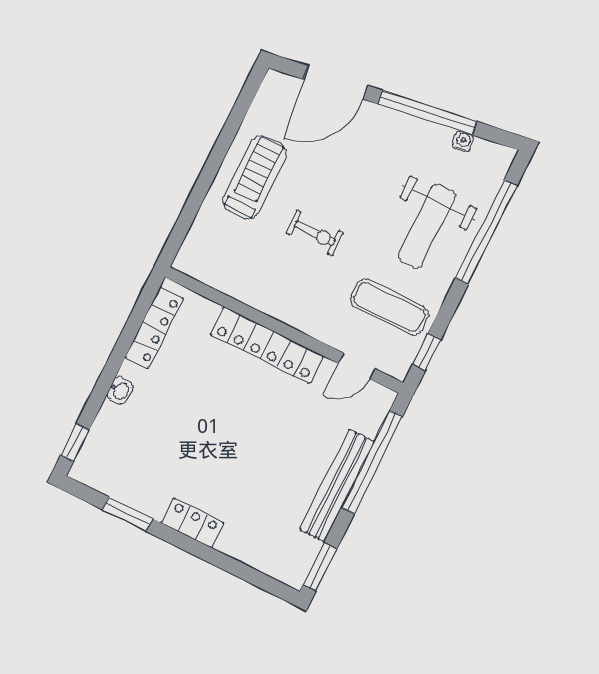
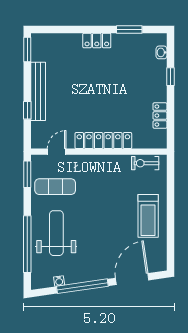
exercise bike: (315, 233) -> (145, 163), moved
locker: (154, 328) -> (160, 116), width x0.66
window: (427, 352) -> (27, 174), width x1.50
washbasin: (120, 390) -> (161, 52), moved
window: (75, 443) -> (170, 77), moved
window: (372, 462) -> (27, 110), width x0.32

